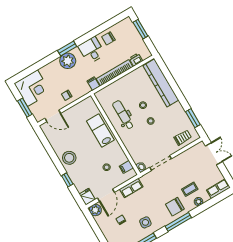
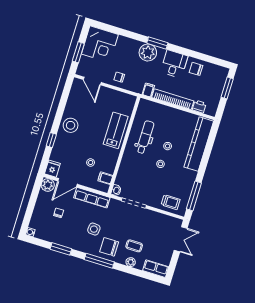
window: (193, 118) -> (194, 196), width x1.44
row of seats: (131, 188) -> (92, 198), width x1.48
side table: (145, 222) -> (94, 229), moved

